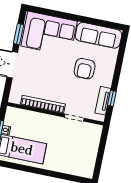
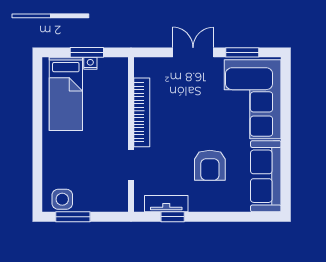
armchair: (85, 69) -> (210, 165), turned -90
window: (99, 160) -> (73, 217), added
side table: (87, 165) -> (62, 199), added

